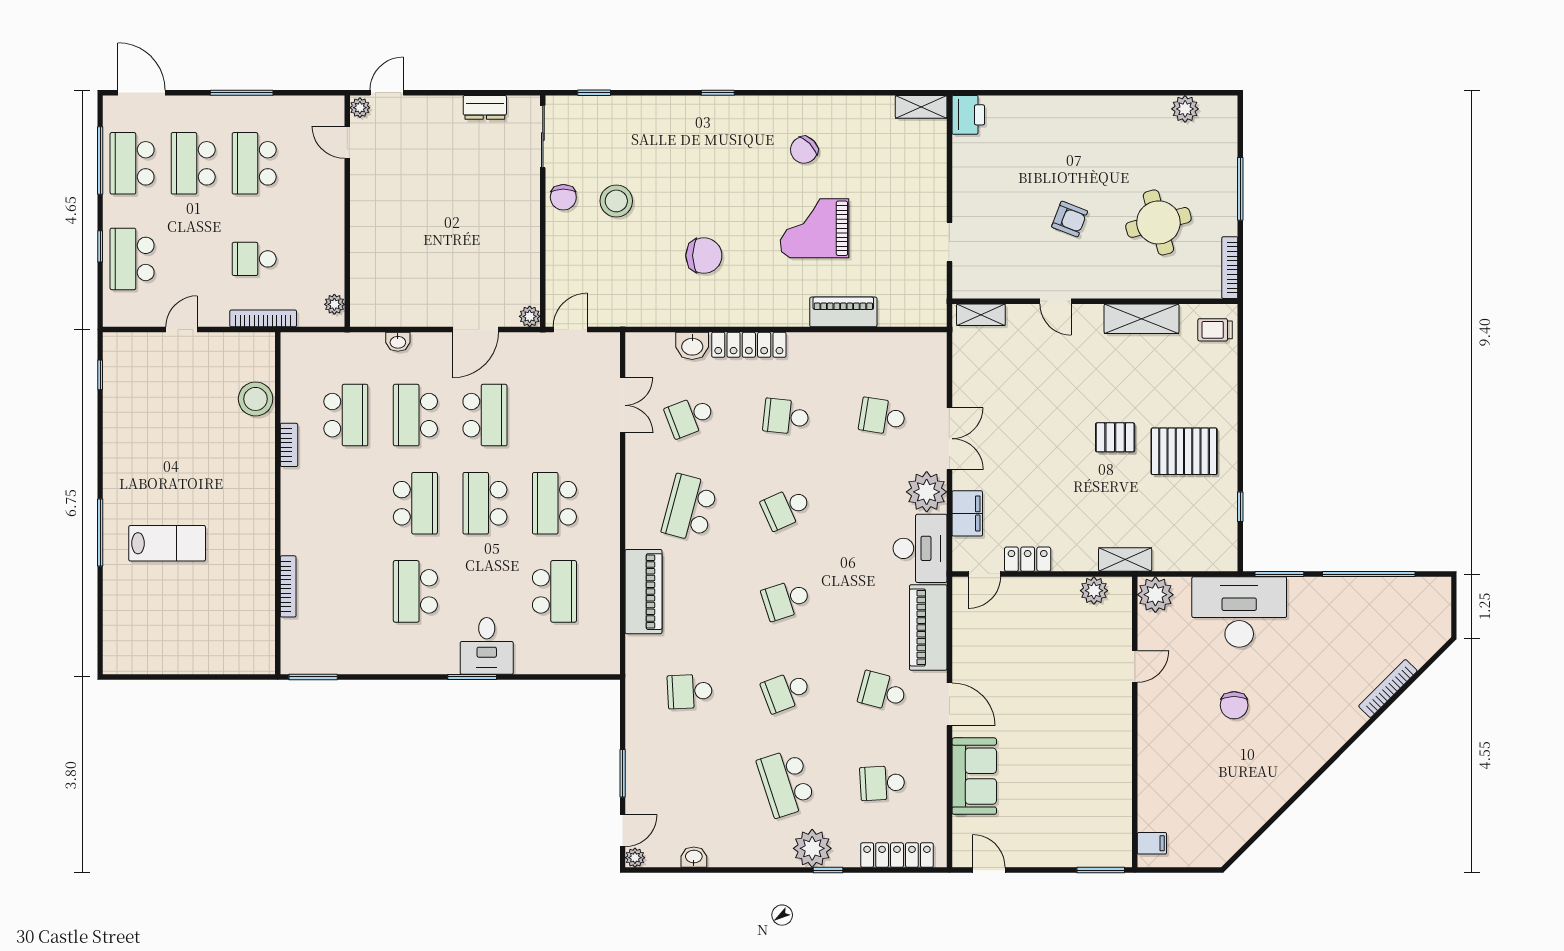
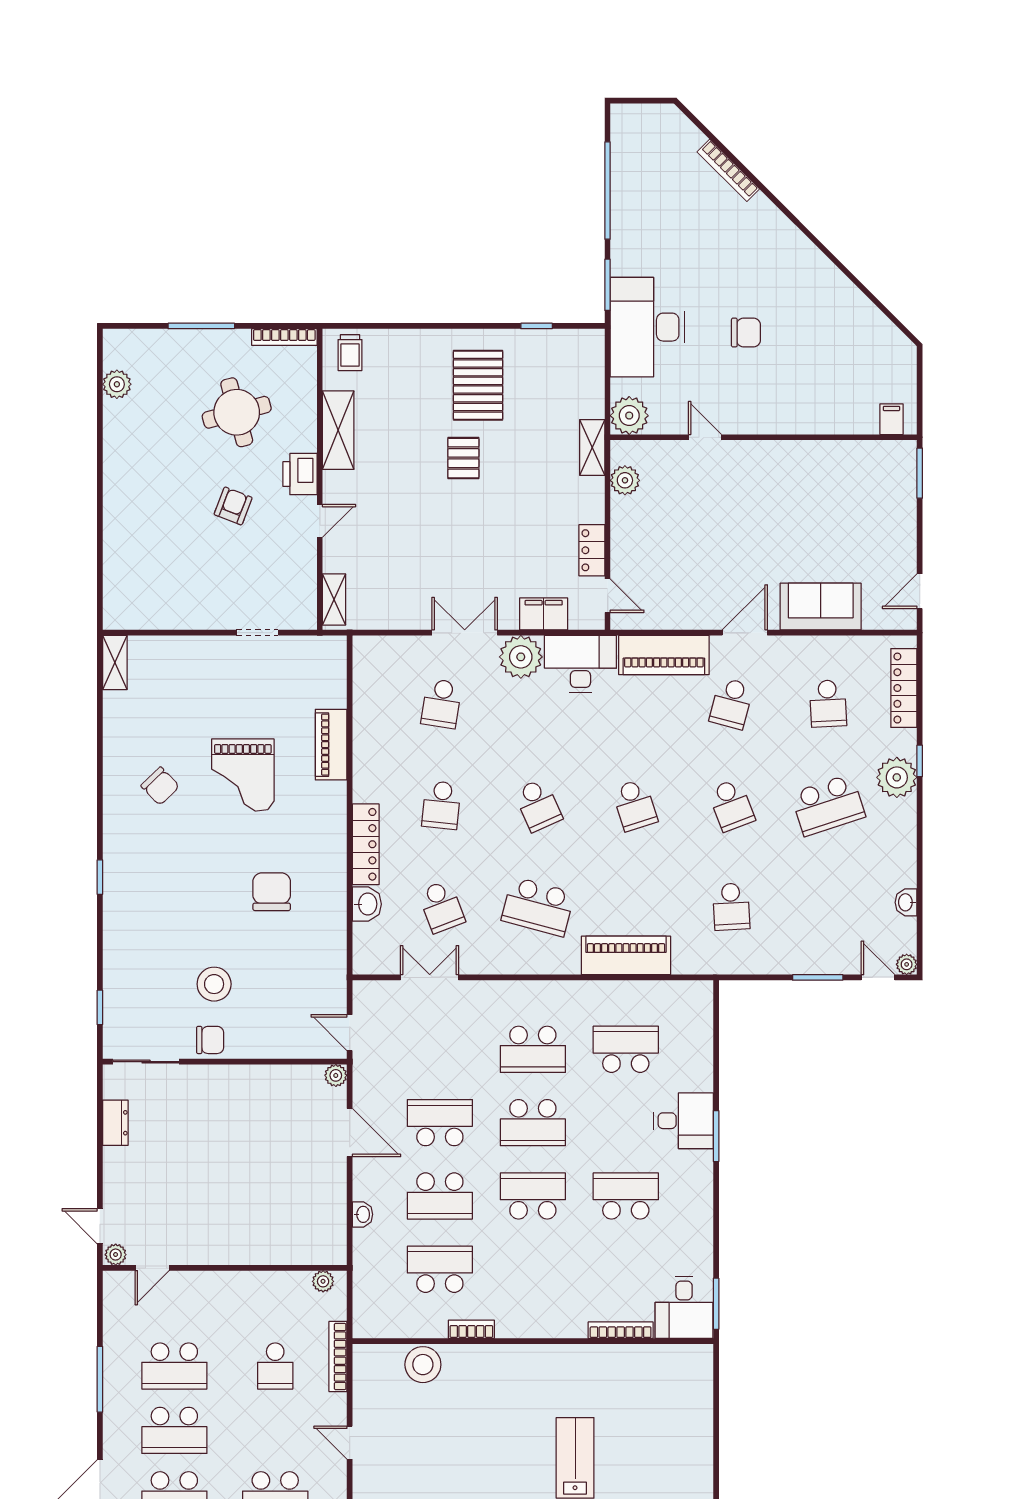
printer: (968, 115) -> (300, 474), moved, turned -90
school desk: (415, 591) -> (626, 1196), turned 180
desk: (310, 647) -> (684, 1307), added

